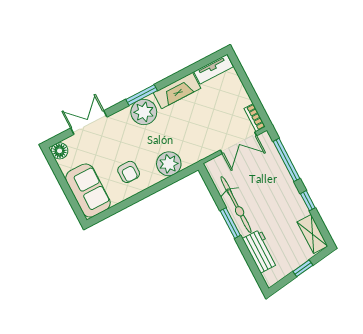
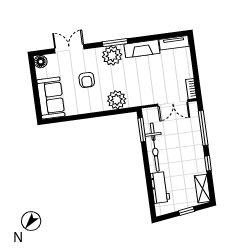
armchair: (129, 172) -> (87, 80), moved
window: (230, 223) -> (142, 130), moved

